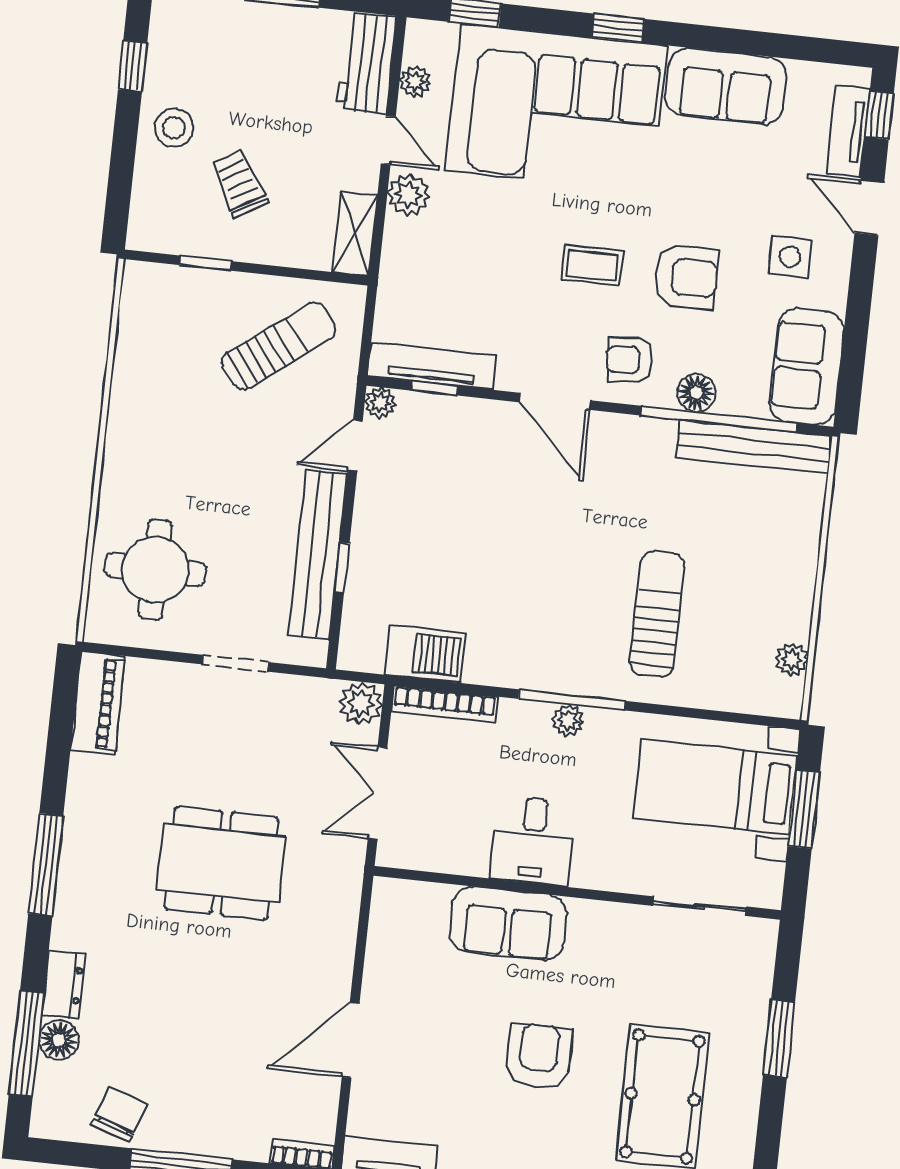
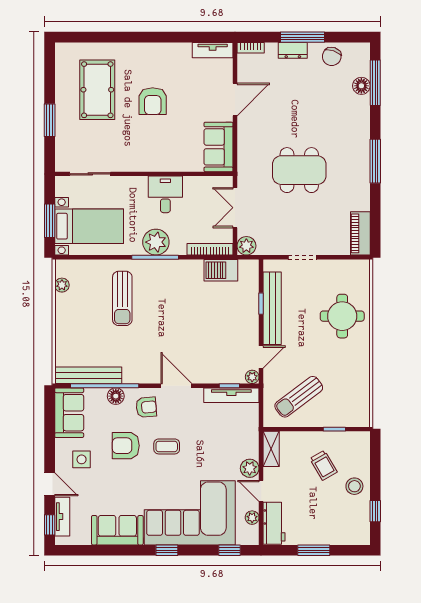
round table: (155, 570) -> (342, 316), moved
plant: (568, 720) -> (156, 242), width x1.87, depth x1.87
double door: (378, 793) -> (235, 208), swing flipped
sofa: (508, 923) -> (218, 147), moved, turned -90
dresser: (63, 984) -> (293, 50), moved, turned -90

